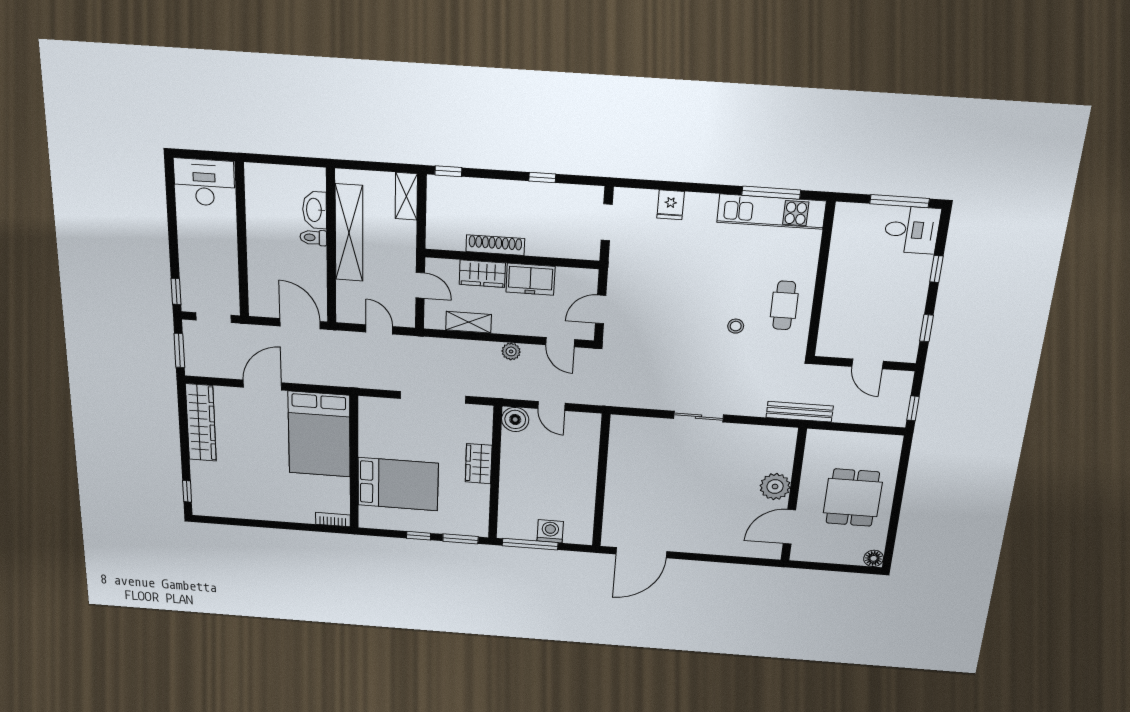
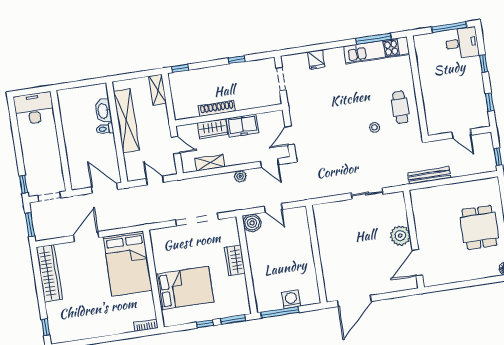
plant: (775, 487) -> (400, 236), moved
wall: (794, 495) -> (414, 239), moved
door: (789, 527) -> (417, 263), moved

